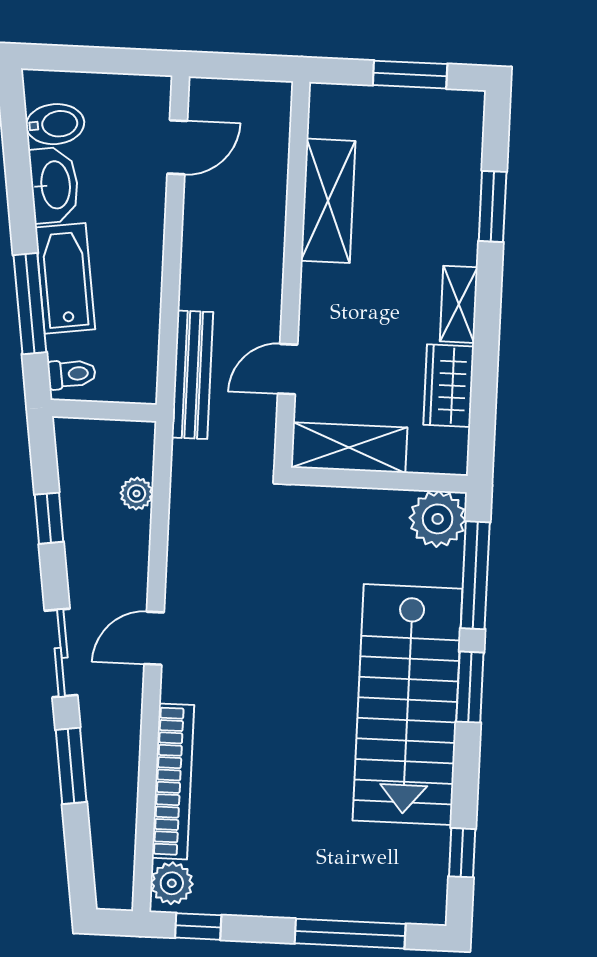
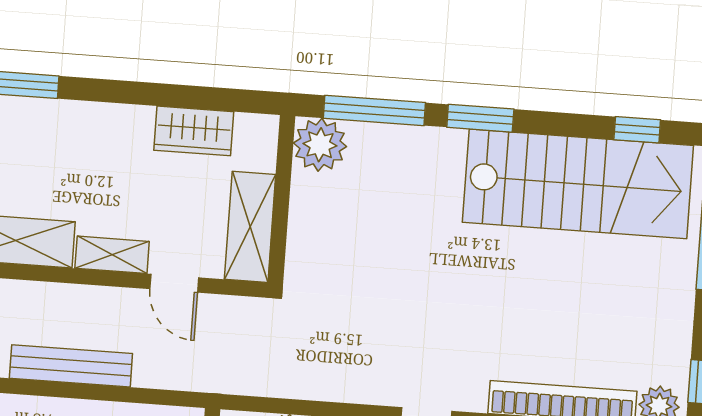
shelving: (459, 304) -> (112, 255), moved
bench: (192, 375) -> (71, 366), moved
stairs: (408, 705) -> (578, 184), moved

